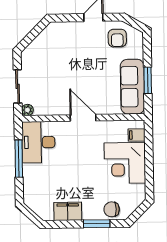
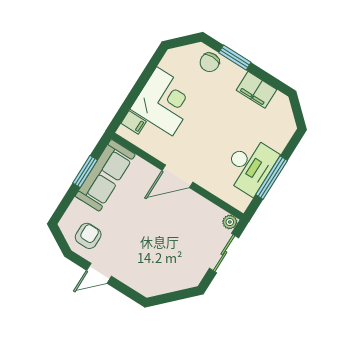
door: (83, 118) -> (177, 176), hinge flipped
desk: (38, 142) -> (250, 166), moved
chair: (112, 209) -> (210, 62), turned 90

